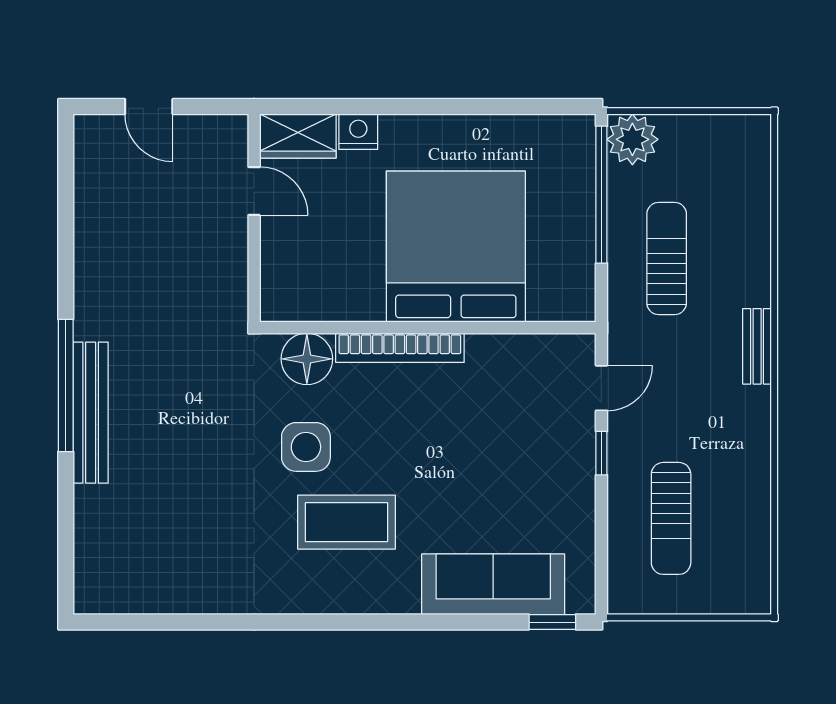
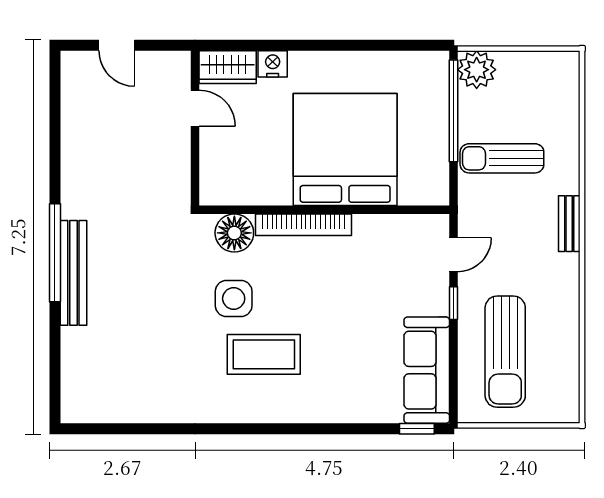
sun lounger: (667, 259) -> (502, 158), turned -90
sun lounger: (671, 518) -> (505, 352), width x1.36, depth x1.34
sofa: (493, 584) -> (427, 370), moved, turned -90

